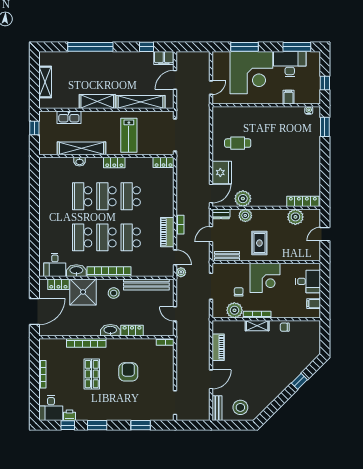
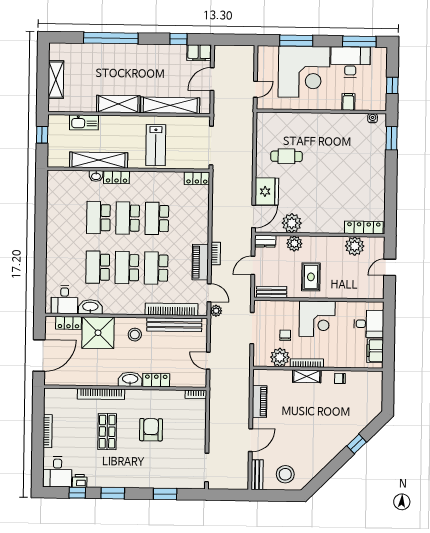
locker: (114, 163) -> (117, 177), moved
bookcase: (109, 272) -> (172, 309), moved
filing cabinet: (314, 304) -> (375, 351), width x2.00

